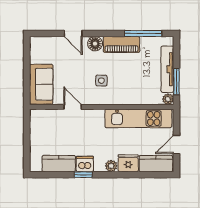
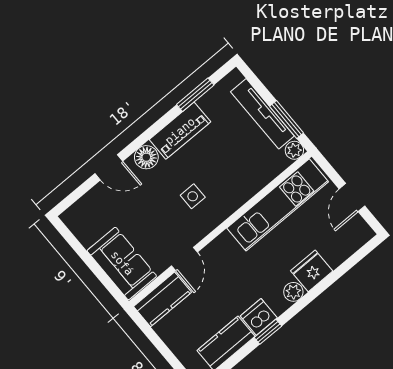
window: (143, 33) -> (195, 95), width x0.69
door: (73, 107) -> (184, 259), swing flipped
kitchen counter: (156, 164) -> (162, 299), moved, turned 180

